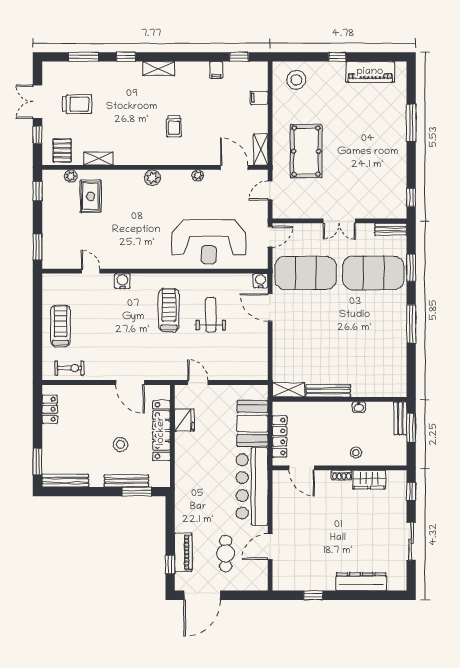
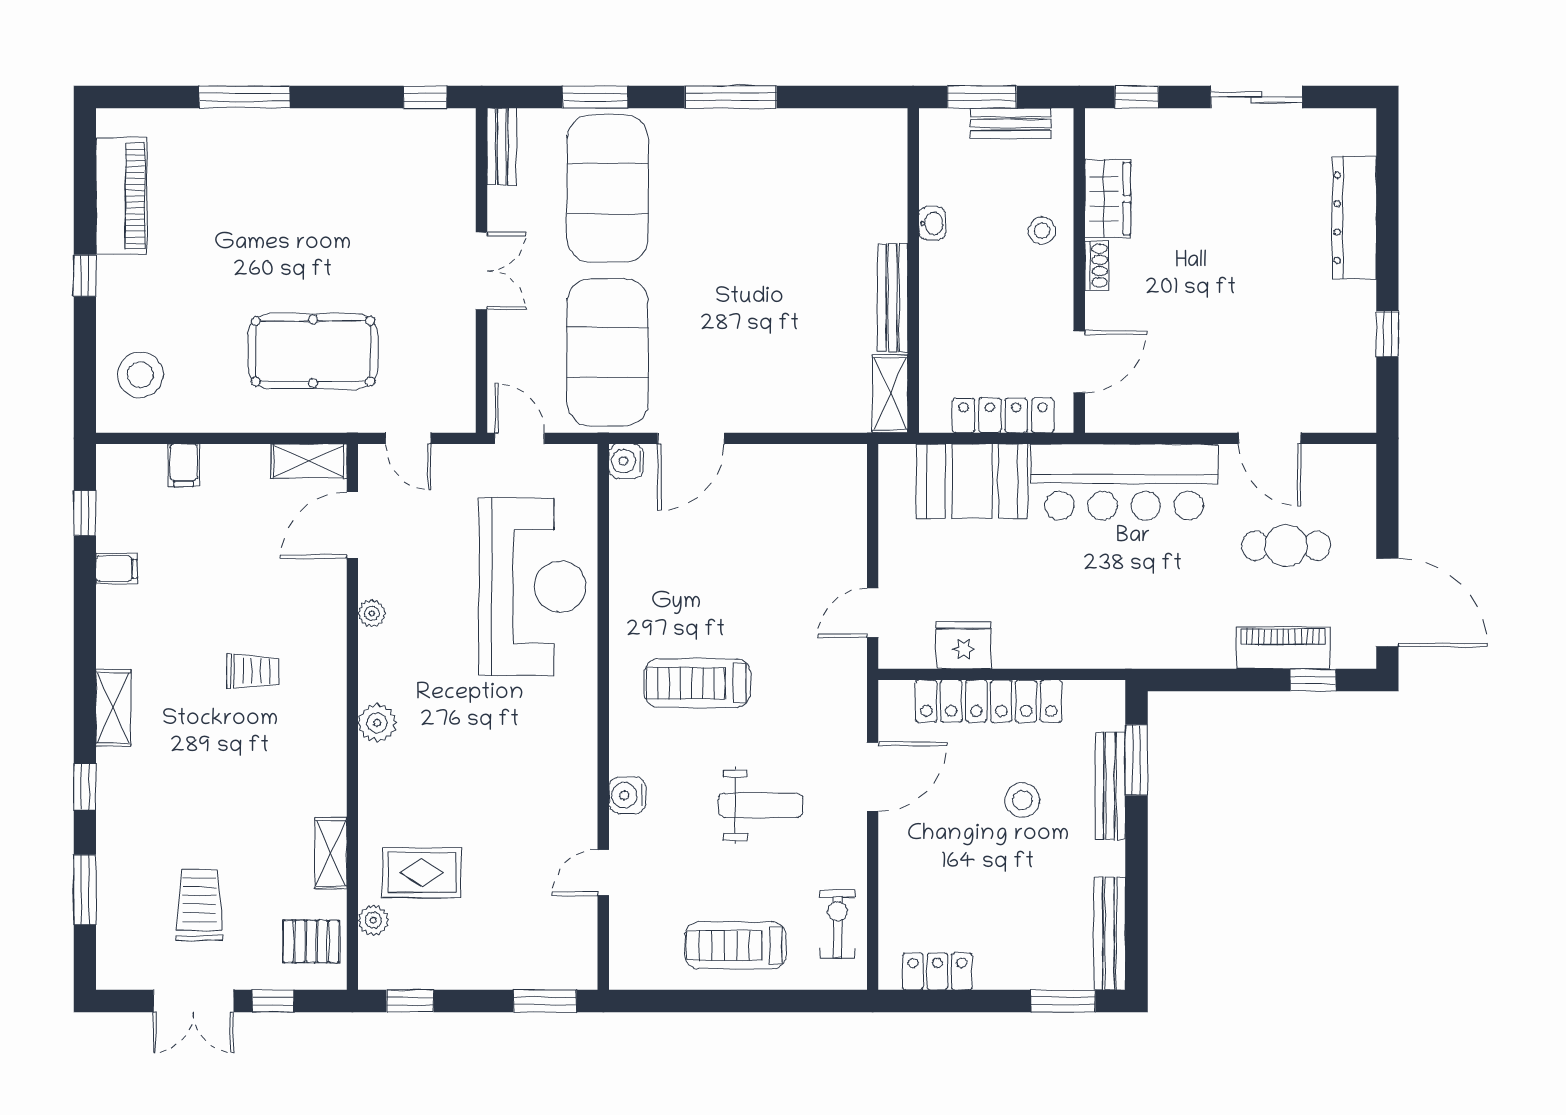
weight bench: (211, 315) -> (761, 805), moved, turned 180
bench: (400, 418) -> (1011, 123), moved

